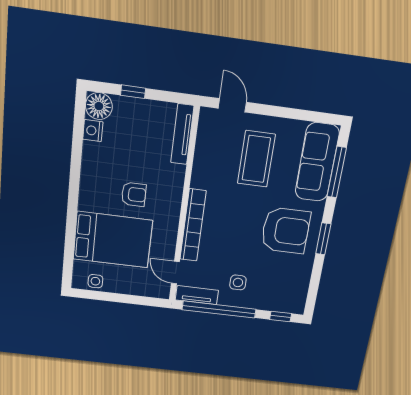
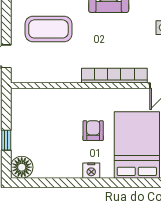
nightstand: (93, 131) -> (91, 171), moved
tv unit: (182, 134) -> (36, 95), removed

